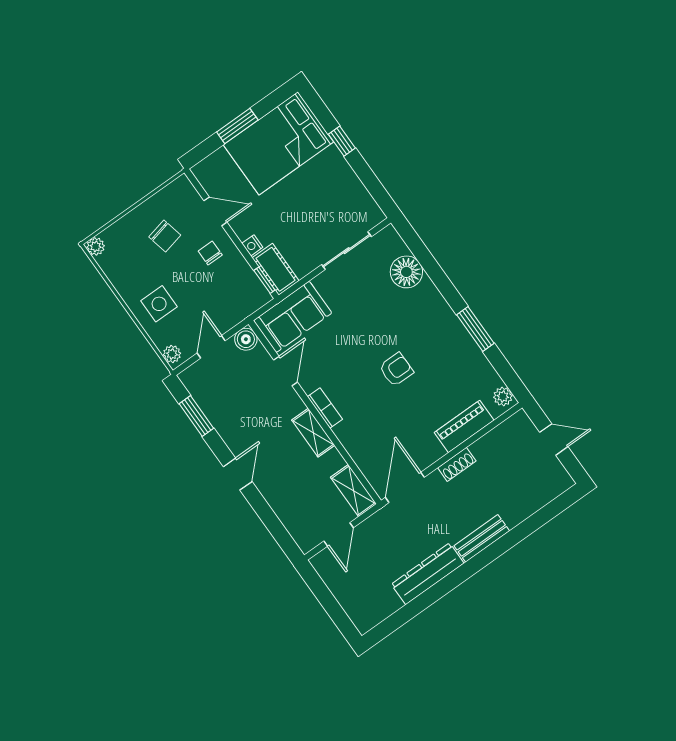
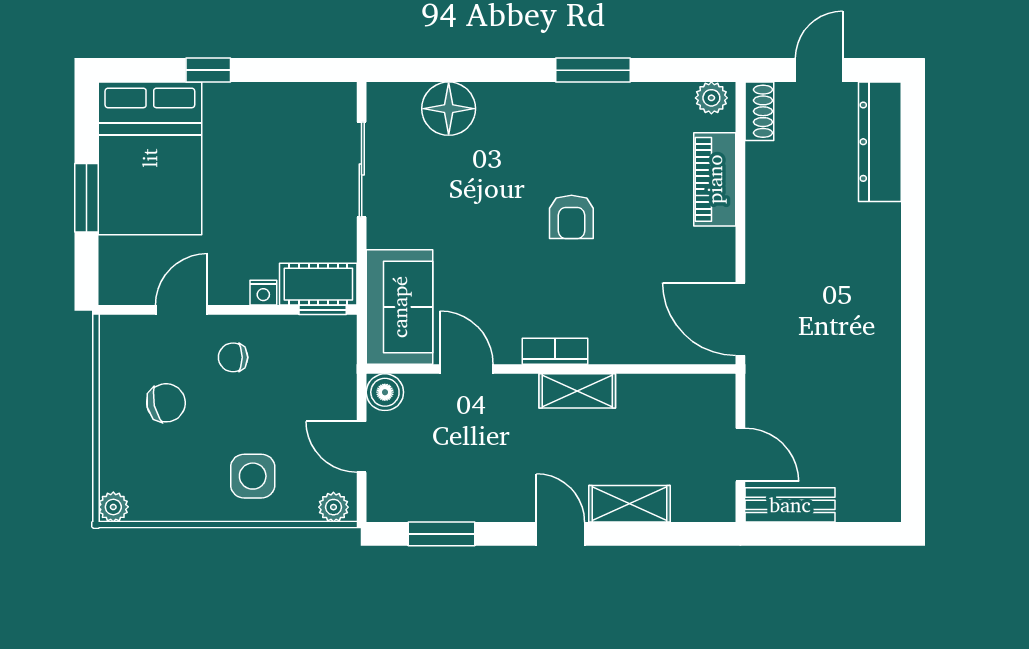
armchair: (396, 369) -> (571, 217), turned 180
shoe rack: (457, 464) -> (759, 111), moved
shelving: (354, 491) -> (630, 504), moved
bench: (482, 538) -> (790, 505), moved, turned 90
dresser: (428, 574) -> (880, 142), moved

